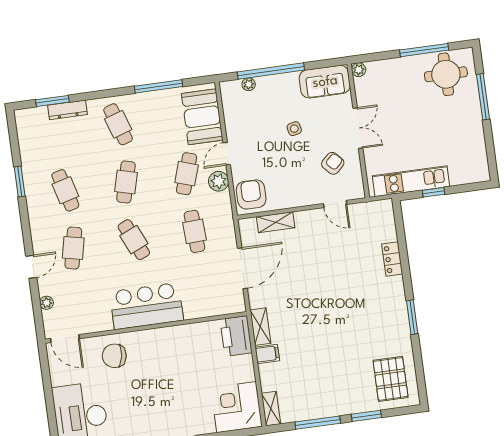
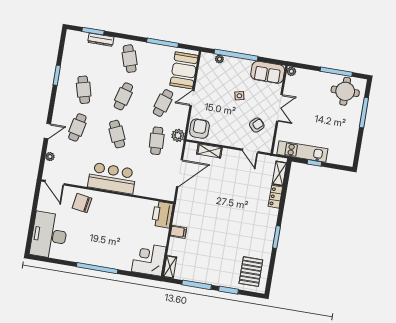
plant: (219, 181) -> (178, 135), moved
shelving: (260, 327) -> (279, 173), moved

